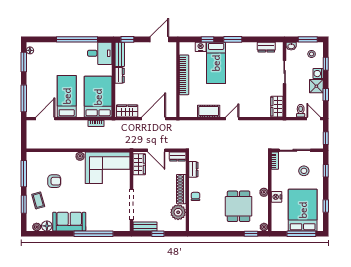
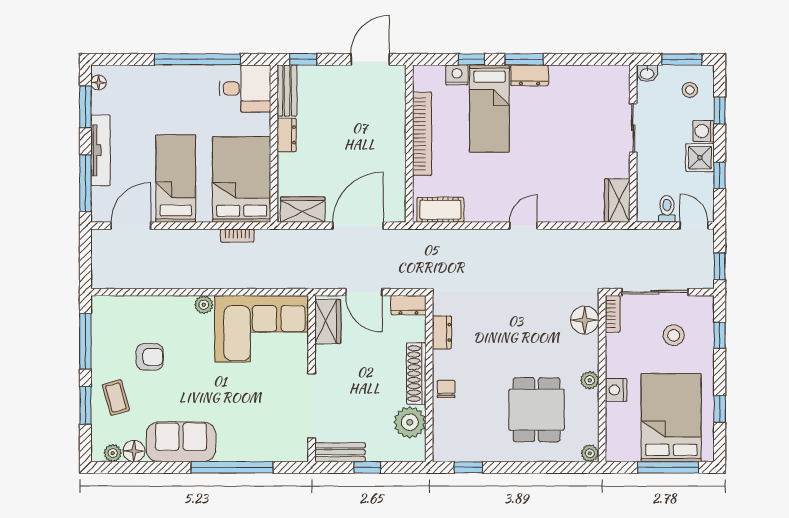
dresser: (266, 47) -> (530, 75), moved
tv unit: (31, 83) -> (101, 150), added
cot: (209, 111) -> (440, 210), moved
floor lamp: (261, 164) -> (585, 320), added
window: (251, 234) -> (468, 467), moved

